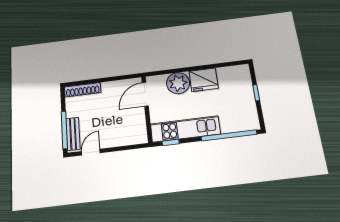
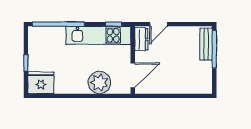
fridge: (204, 80) -> (41, 83), moved
shoe rack: (83, 90) -> (194, 88), removed
dresser: (140, 131) -> (141, 39), added
door: (91, 152) -> (159, 24), moved

